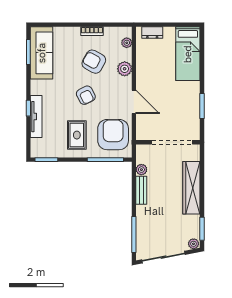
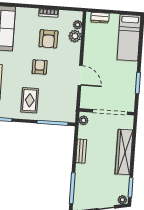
armchair: (94, 62) -> (48, 39), turned -118
plant: (125, 69) -> (75, 36), moved
armchair: (86, 95) -> (40, 67), turned -153
armchair: (113, 135) -> (61, 102), removed
plant: (141, 170) -> (83, 120), moved

